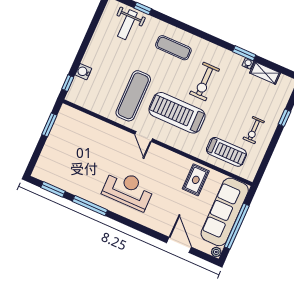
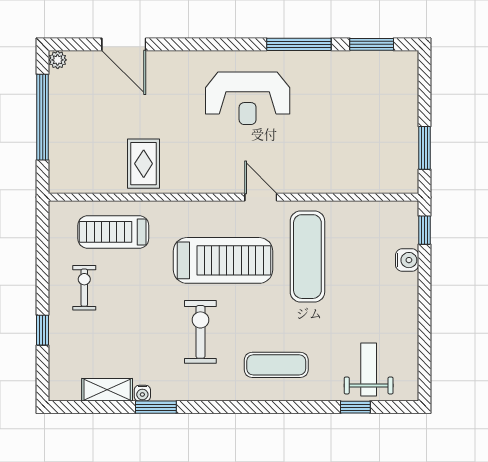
sofa: (225, 212) -> (73, 132), removed

